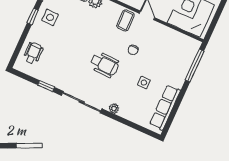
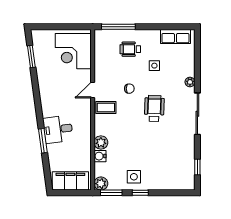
wheelchair: (33, 53) -> (130, 49), moved
window: (46, 86) -> (197, 167), moved
row of seats: (165, 107) -> (175, 36), width x0.68

